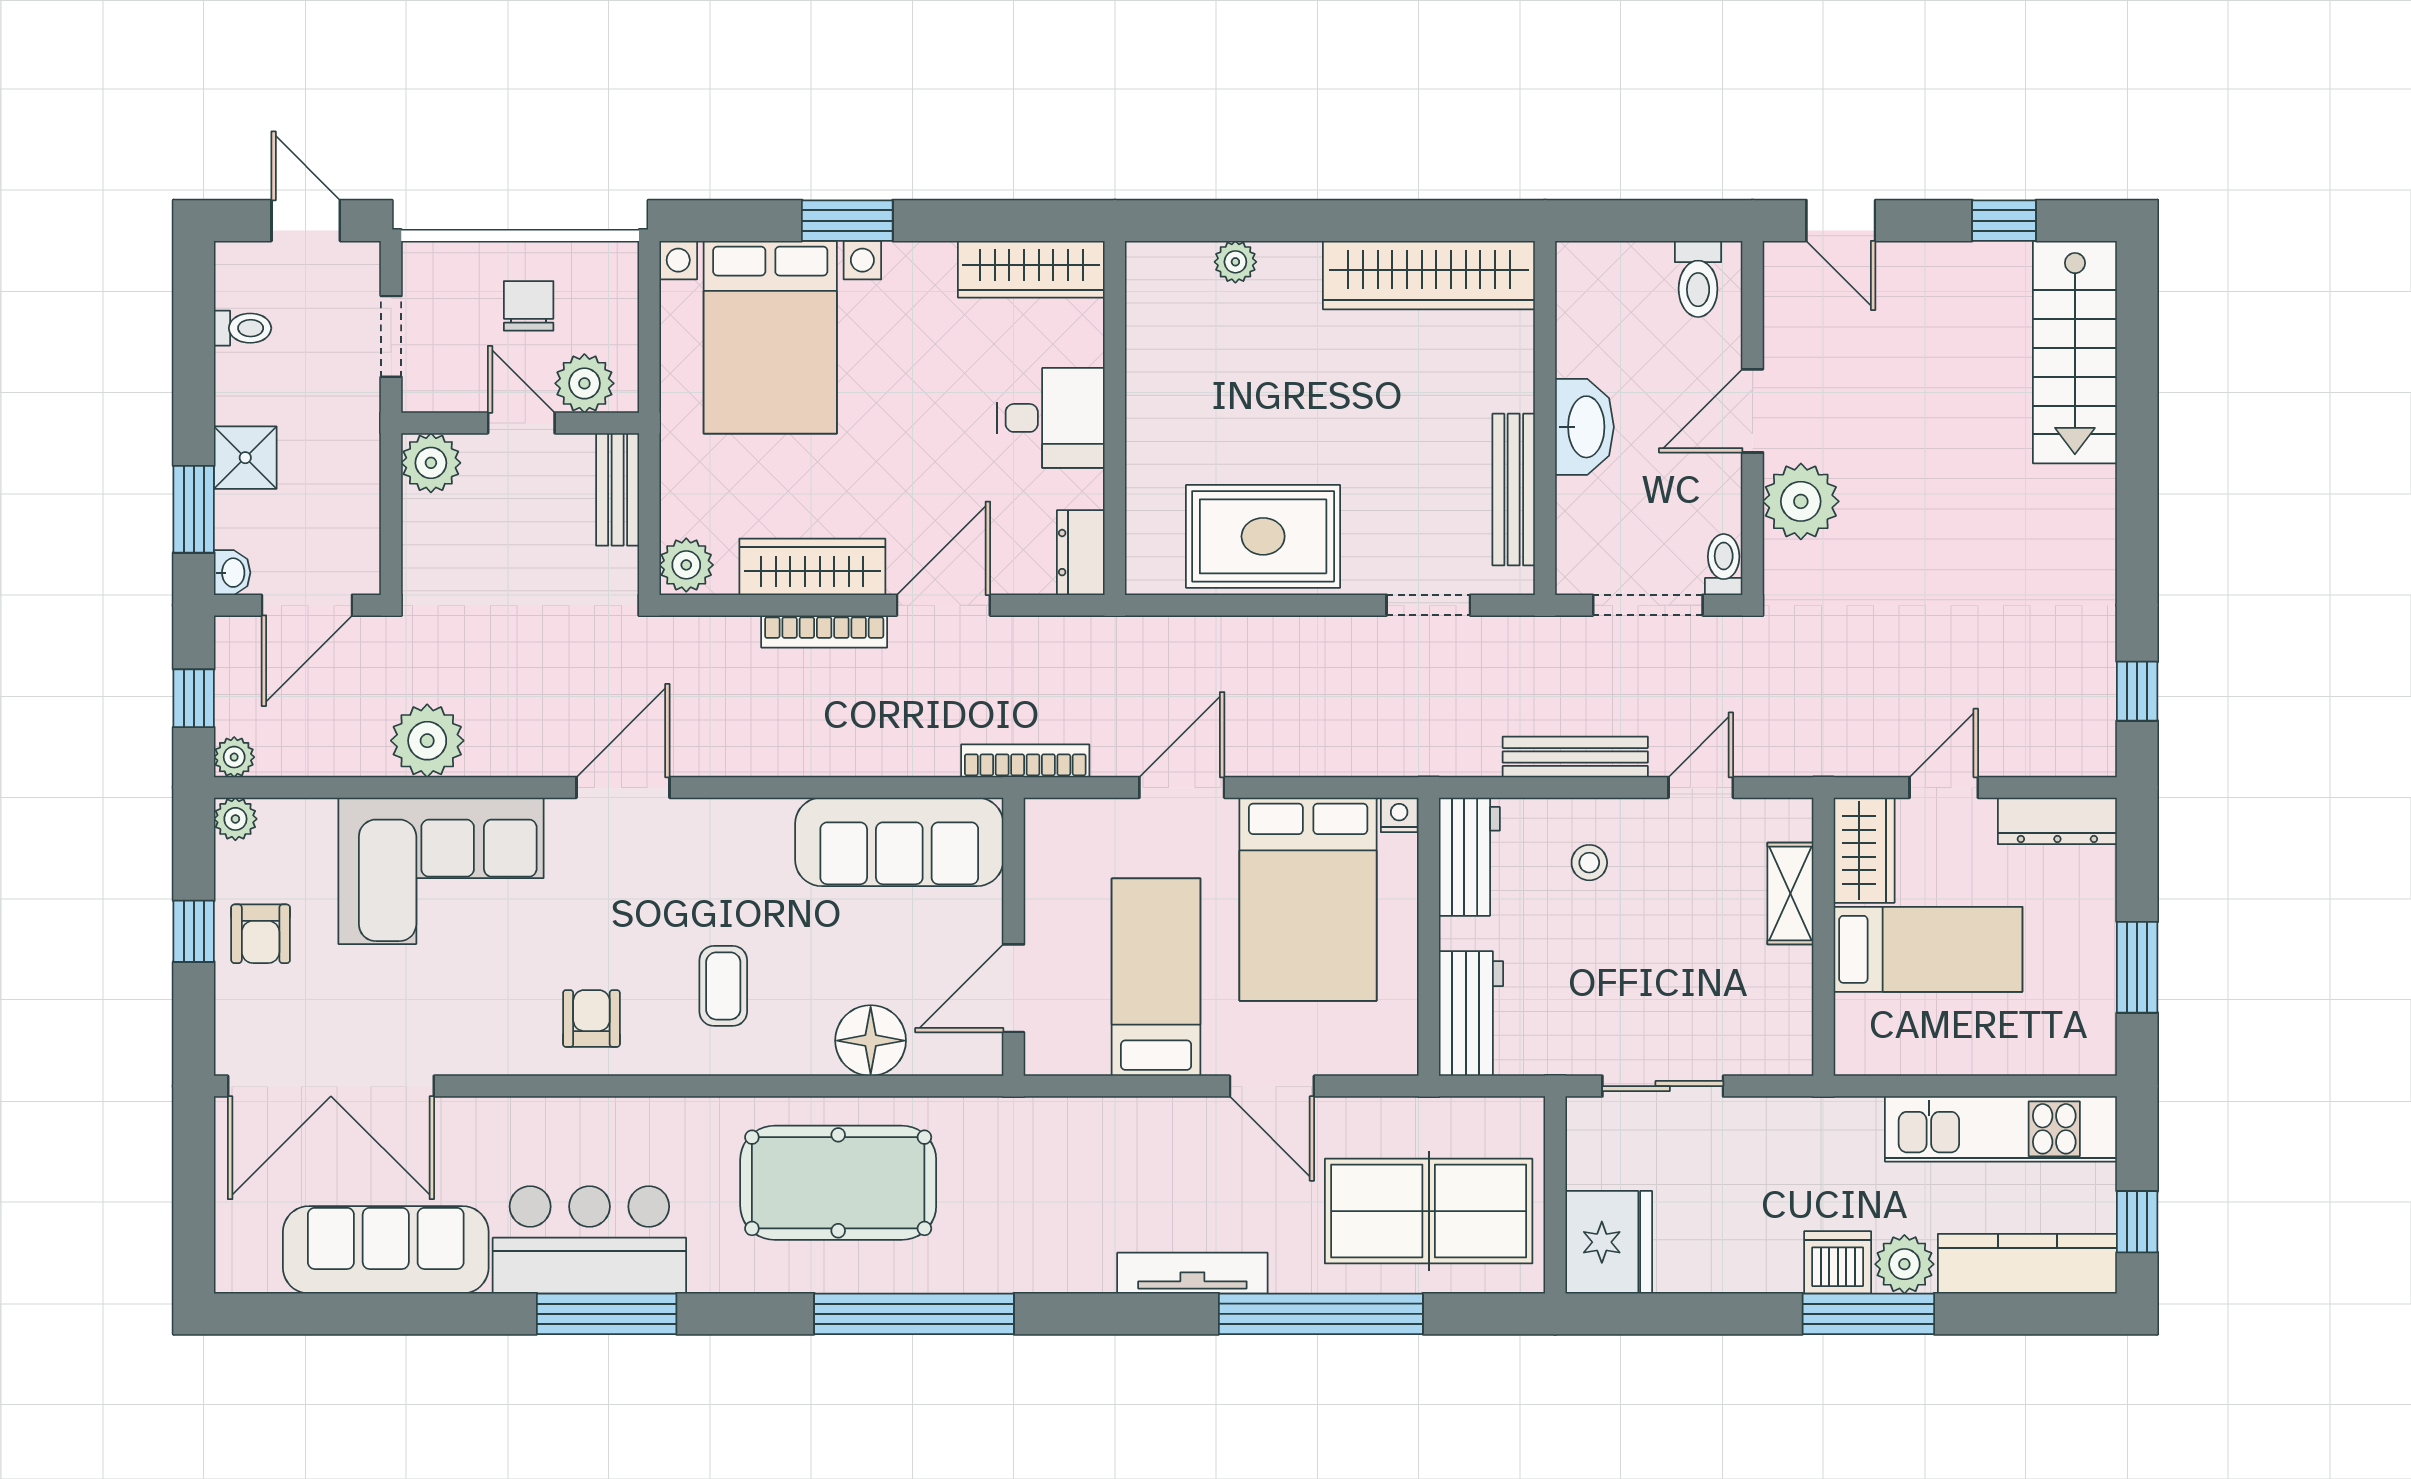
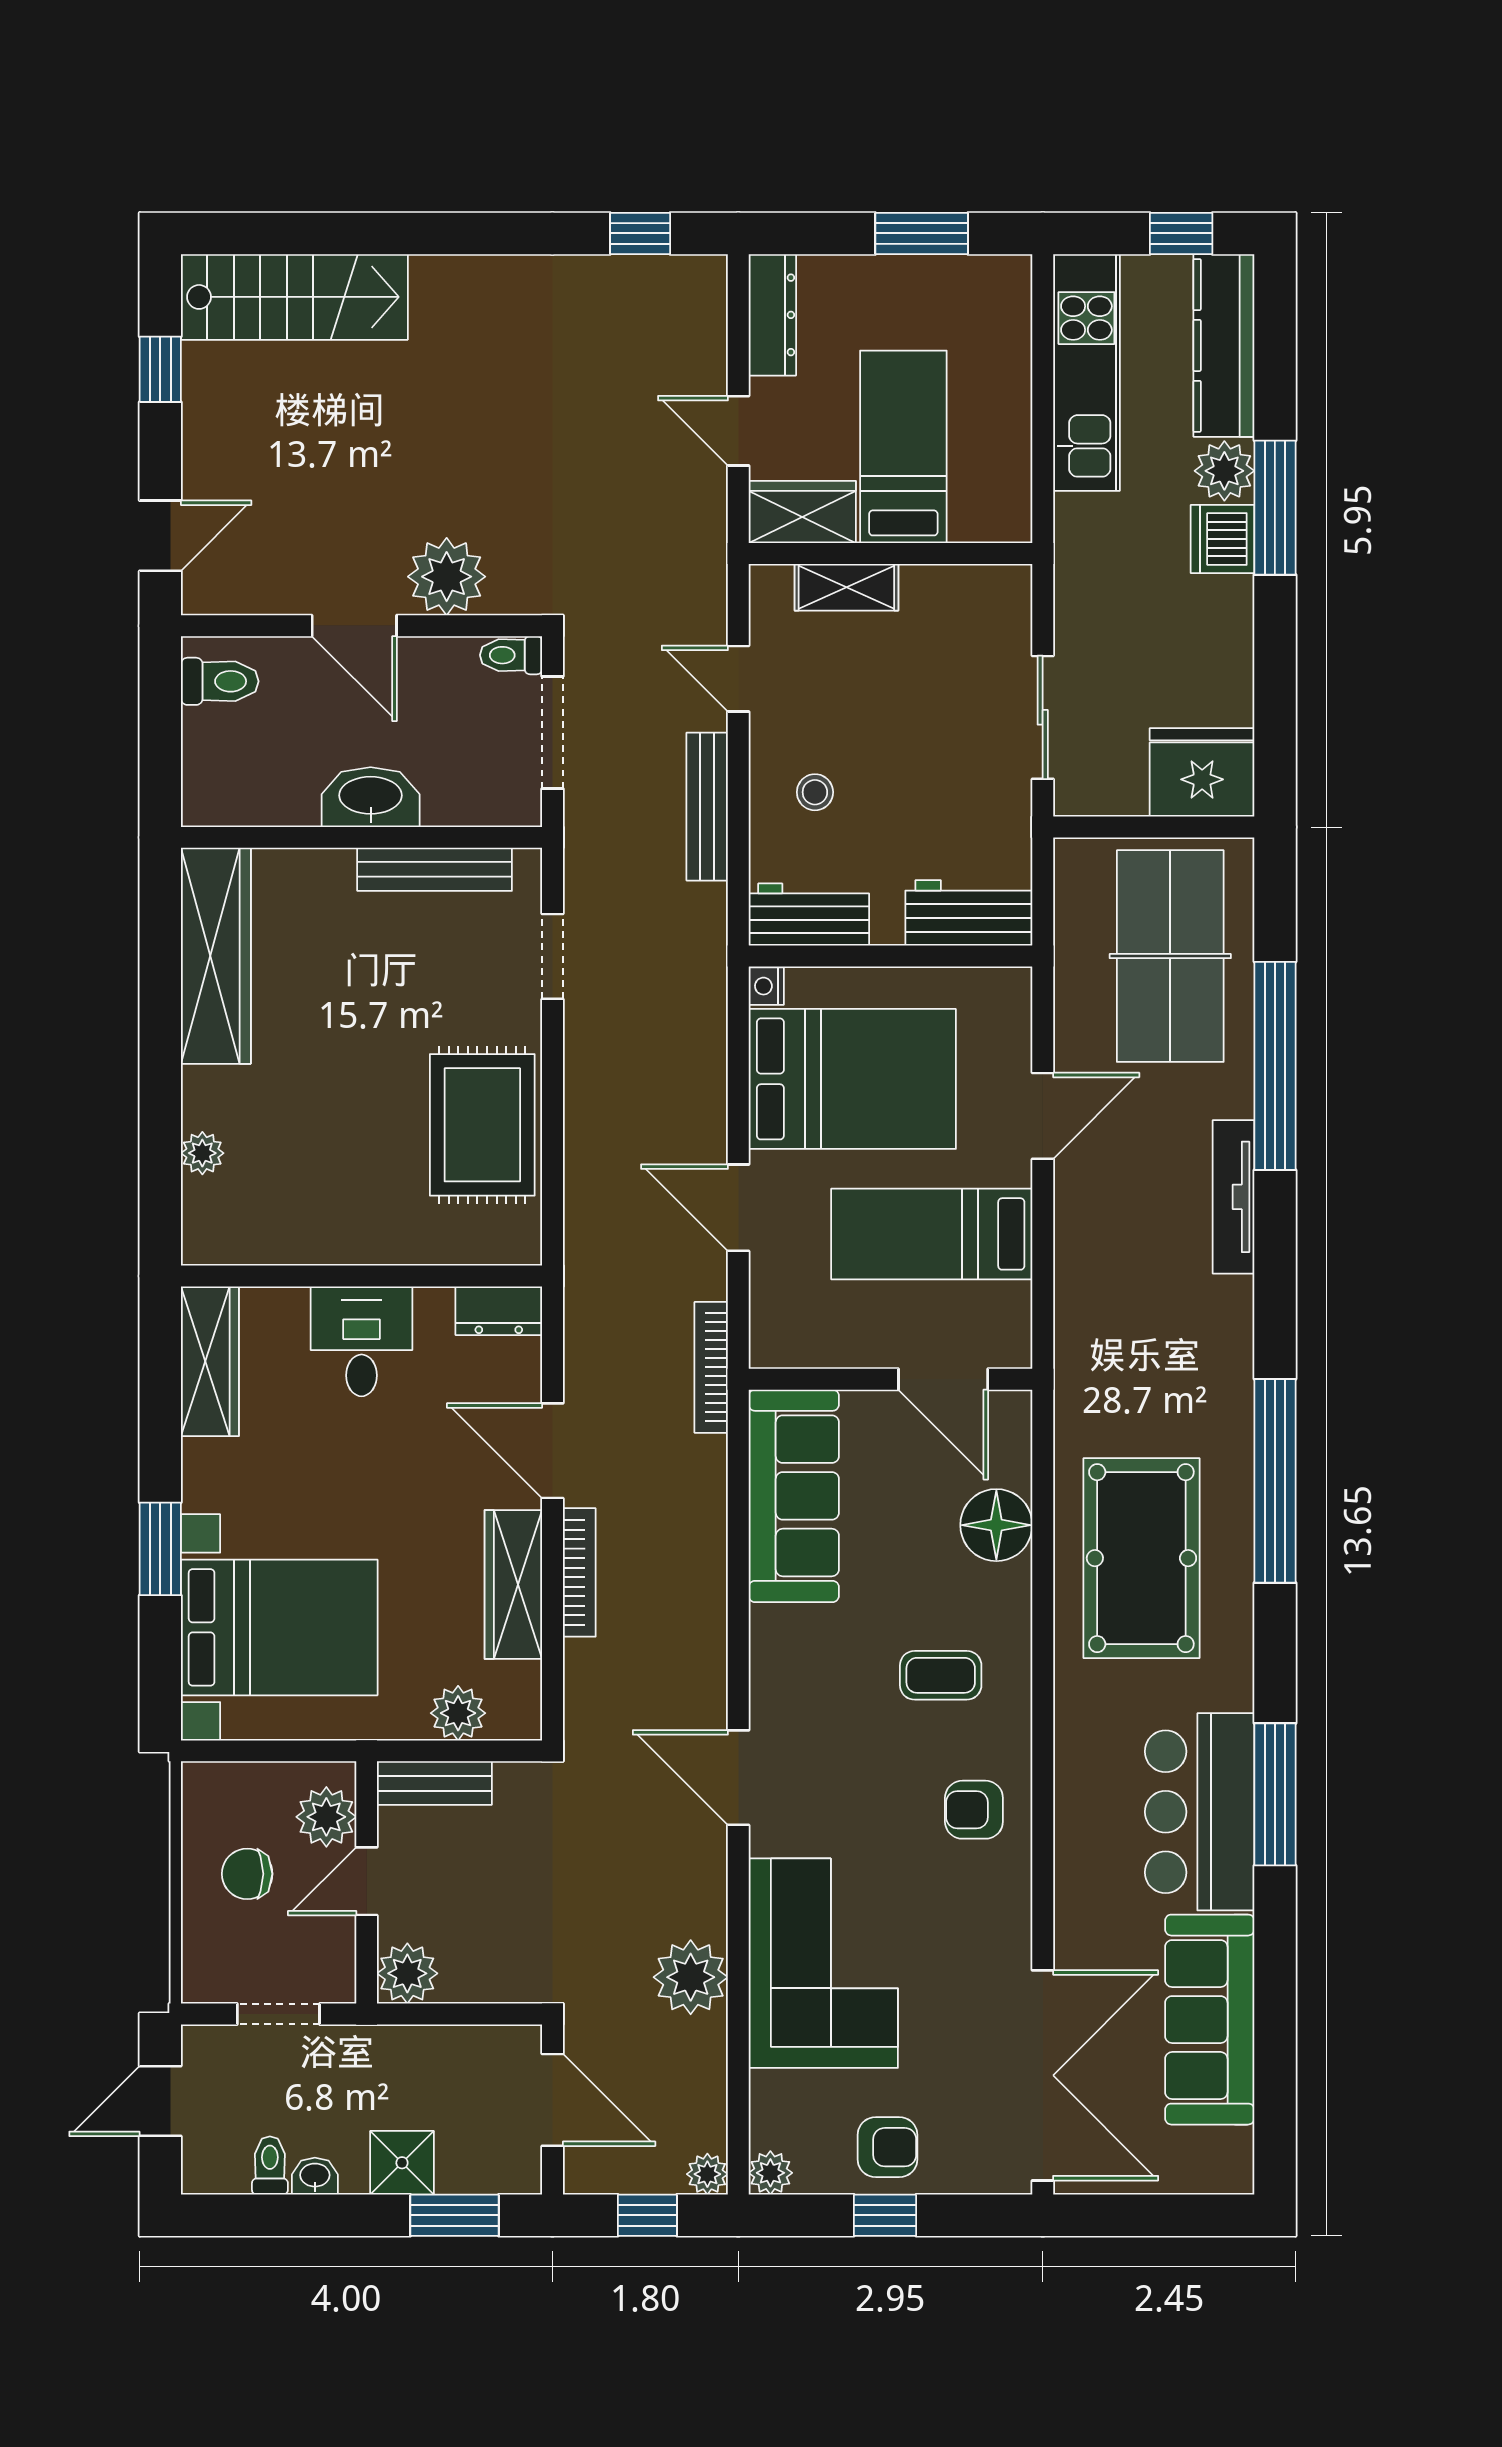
plant: (686, 565) -> (458, 1713), moved
washbasin: (232, 573) -> (315, 2176), moved

